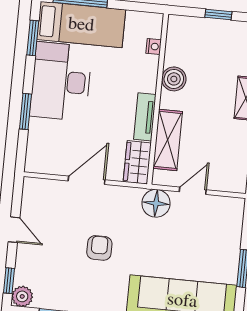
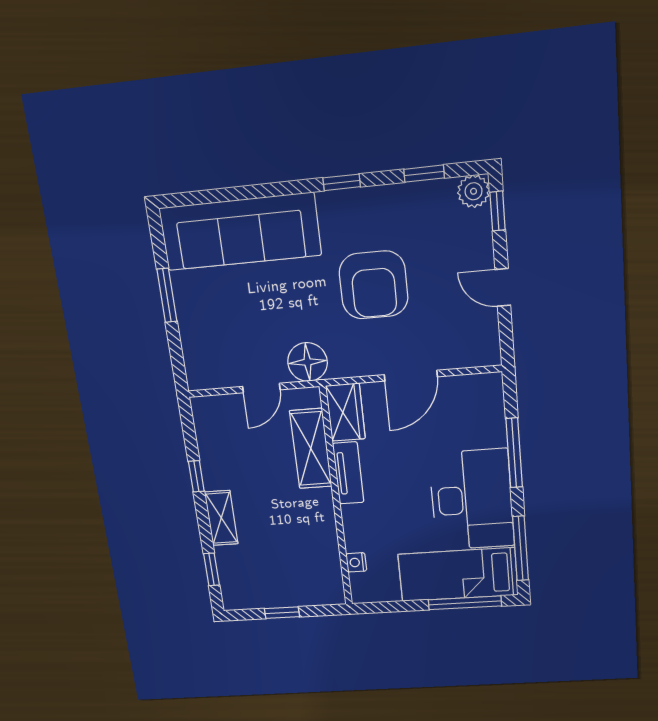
window: (33, 38) -> (521, 548), width x1.44
boiler: (174, 79) -> (321, 527), removed
window: (26, 111) -> (514, 453), width x1.44
armchair: (99, 248) -> (374, 285), width x1.88, depth x1.88

